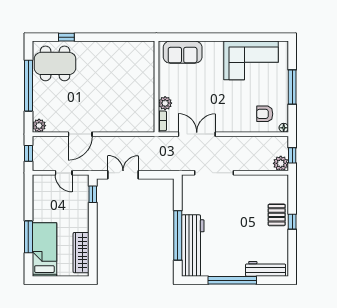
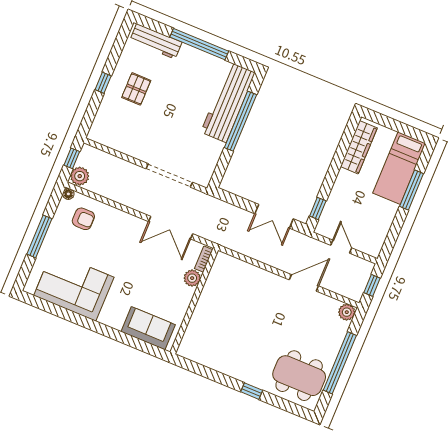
window: (66, 37) -> (252, 391), moved
plant: (281, 163) -> (80, 176), moved
pallet: (277, 215) -> (136, 89), moved

